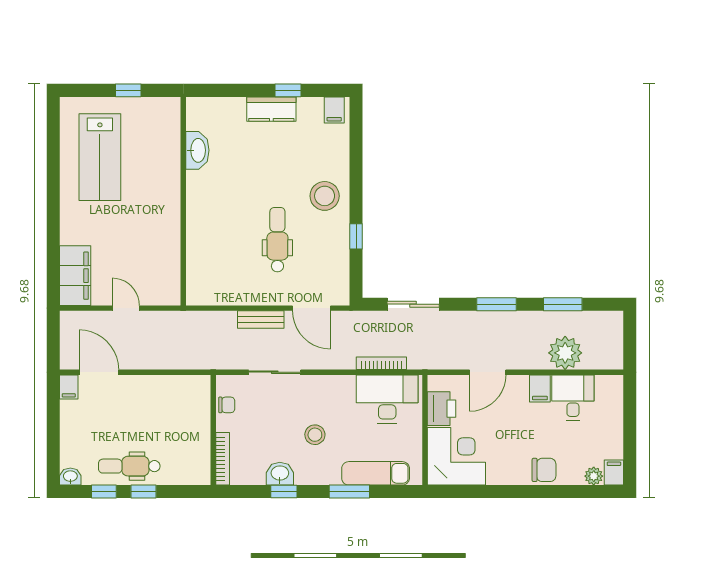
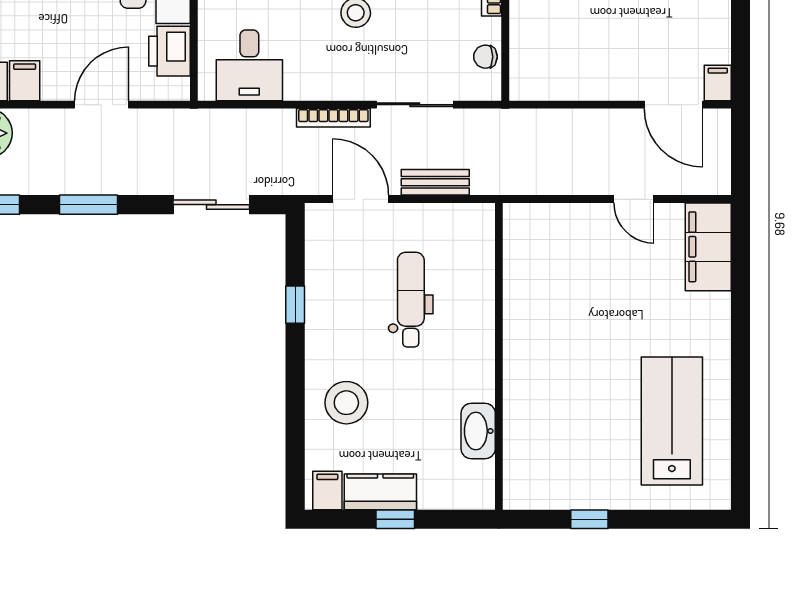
window: (128, 90) -> (589, 519), moved
kitchen counter: (271, 109) -> (380, 492), moved
washbasin: (197, 150) -> (478, 431), moved
stool: (325, 196) -> (346, 403), moved
wall: (183, 201) -> (499, 356), moved
dental chair: (277, 240) -> (411, 300), turned 180
bookcase: (381, 363) -> (333, 118), moved
desk: (387, 399) -> (249, 65), width x0.73

